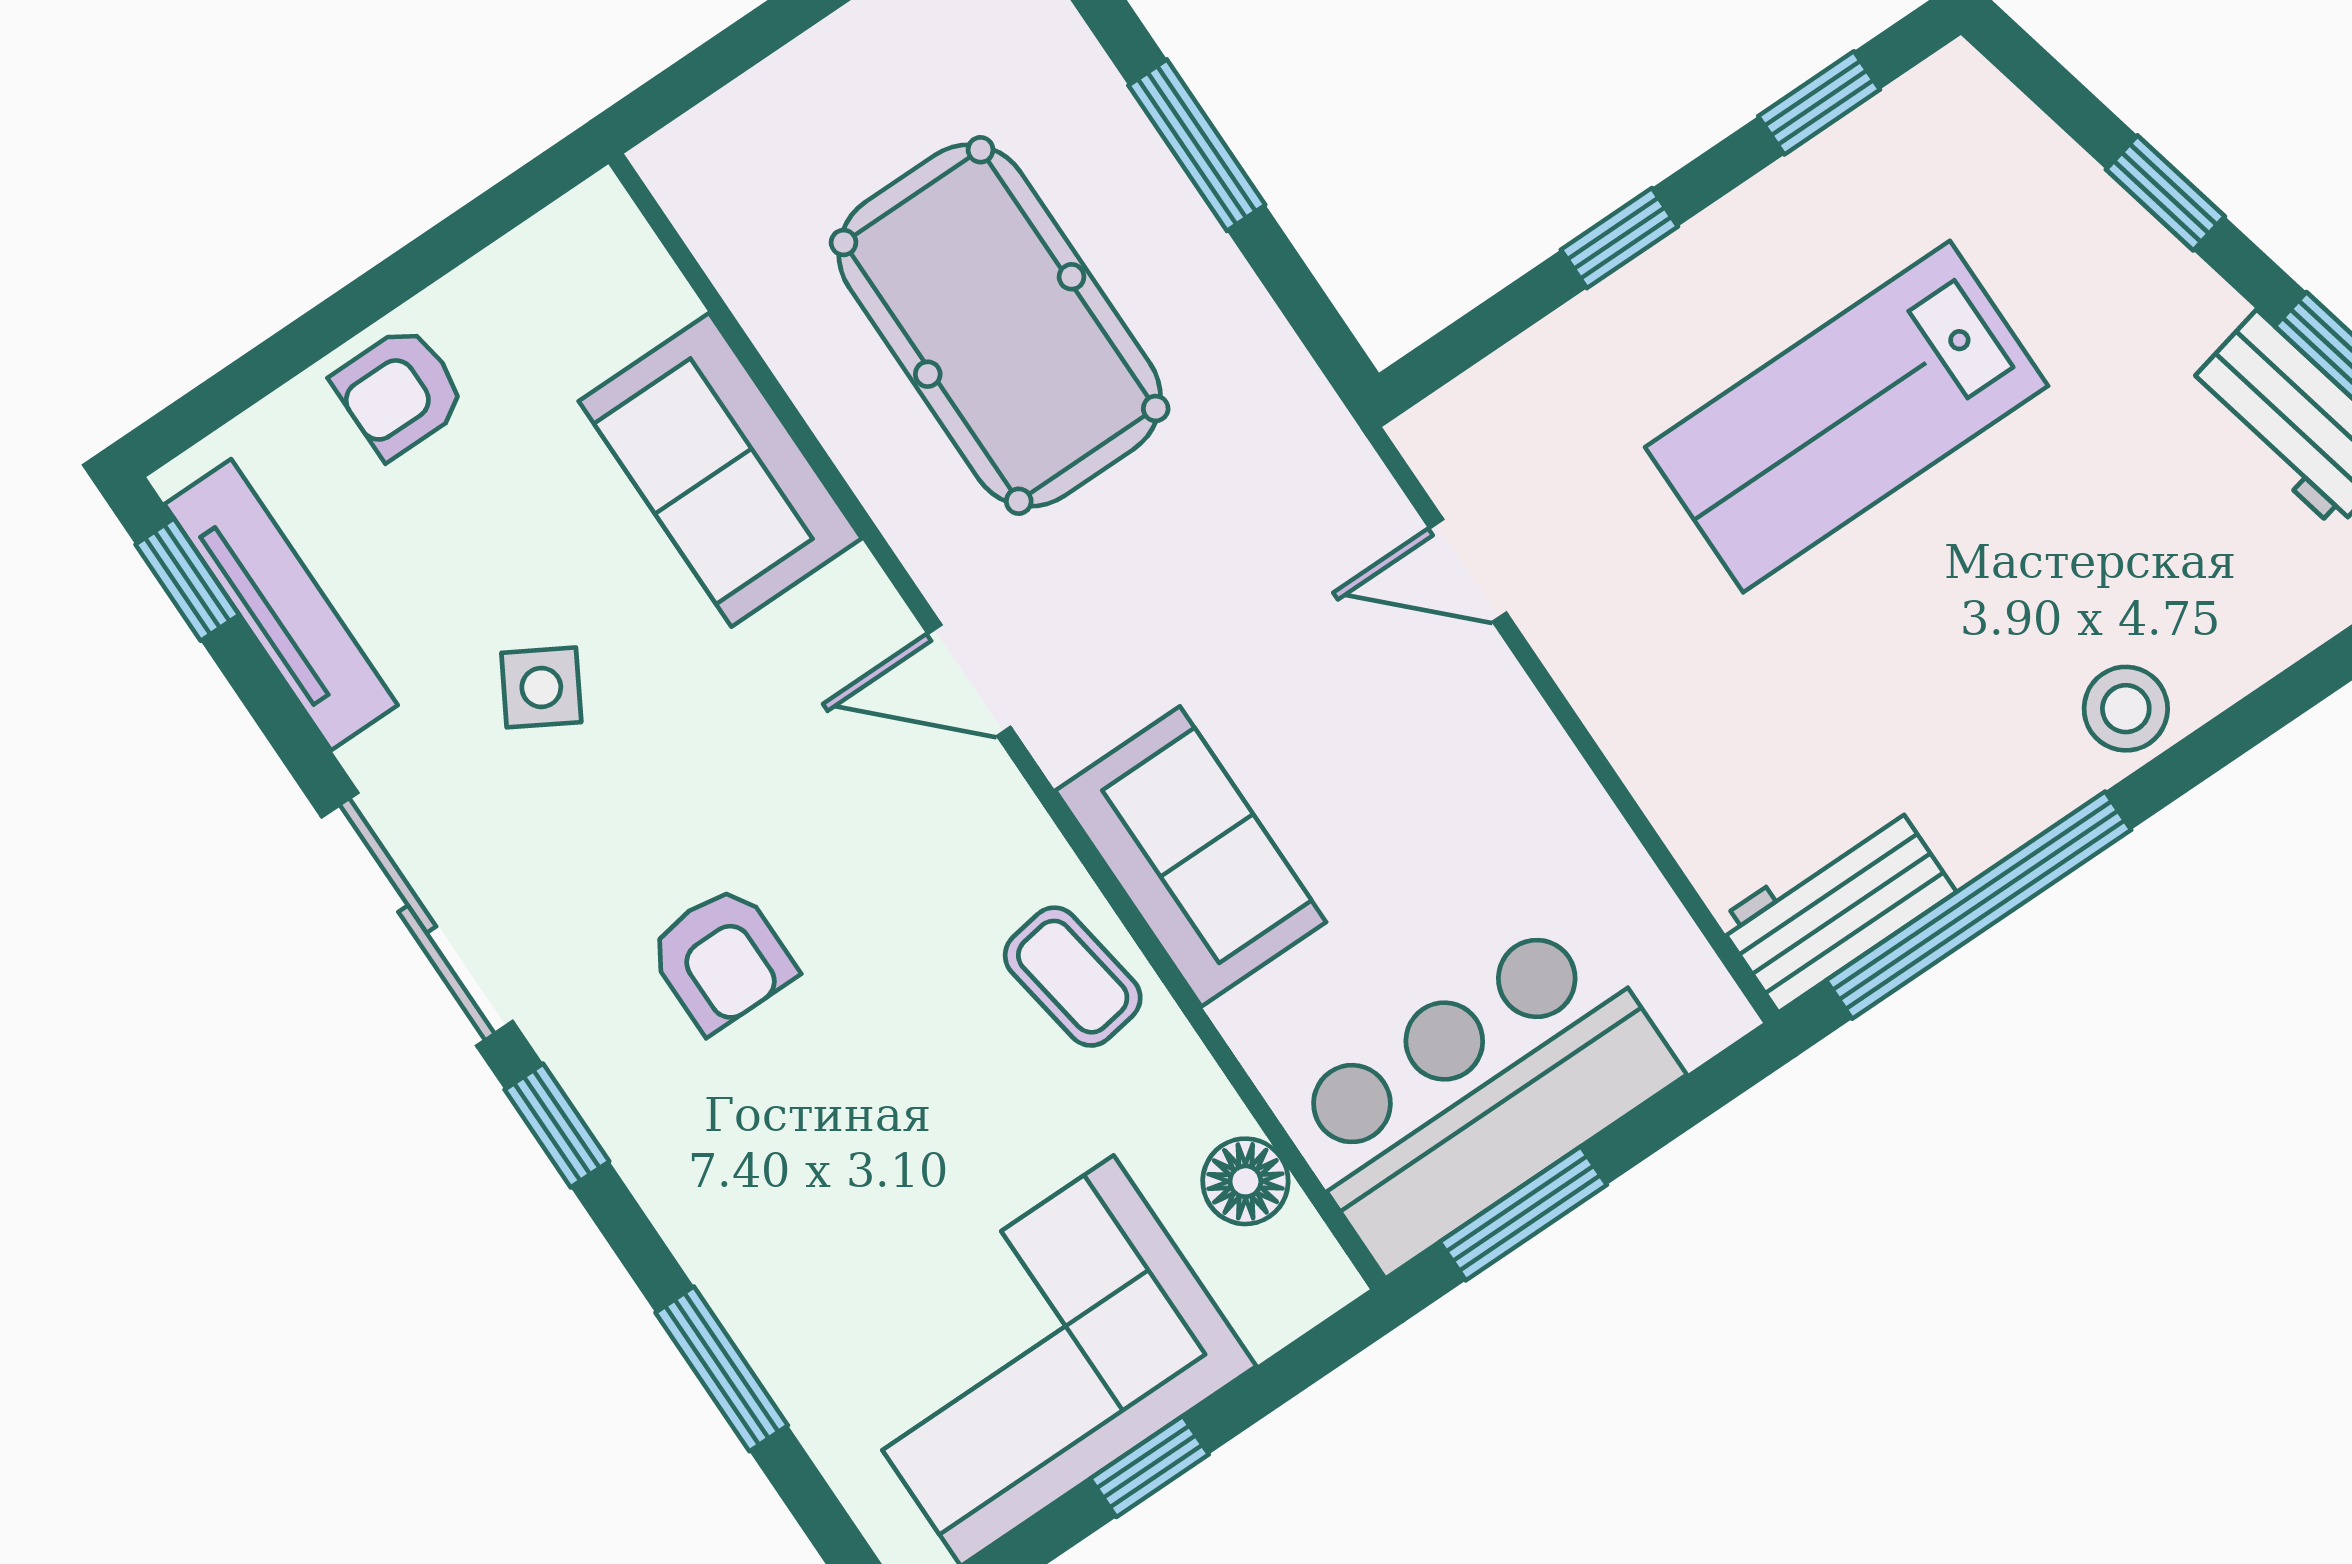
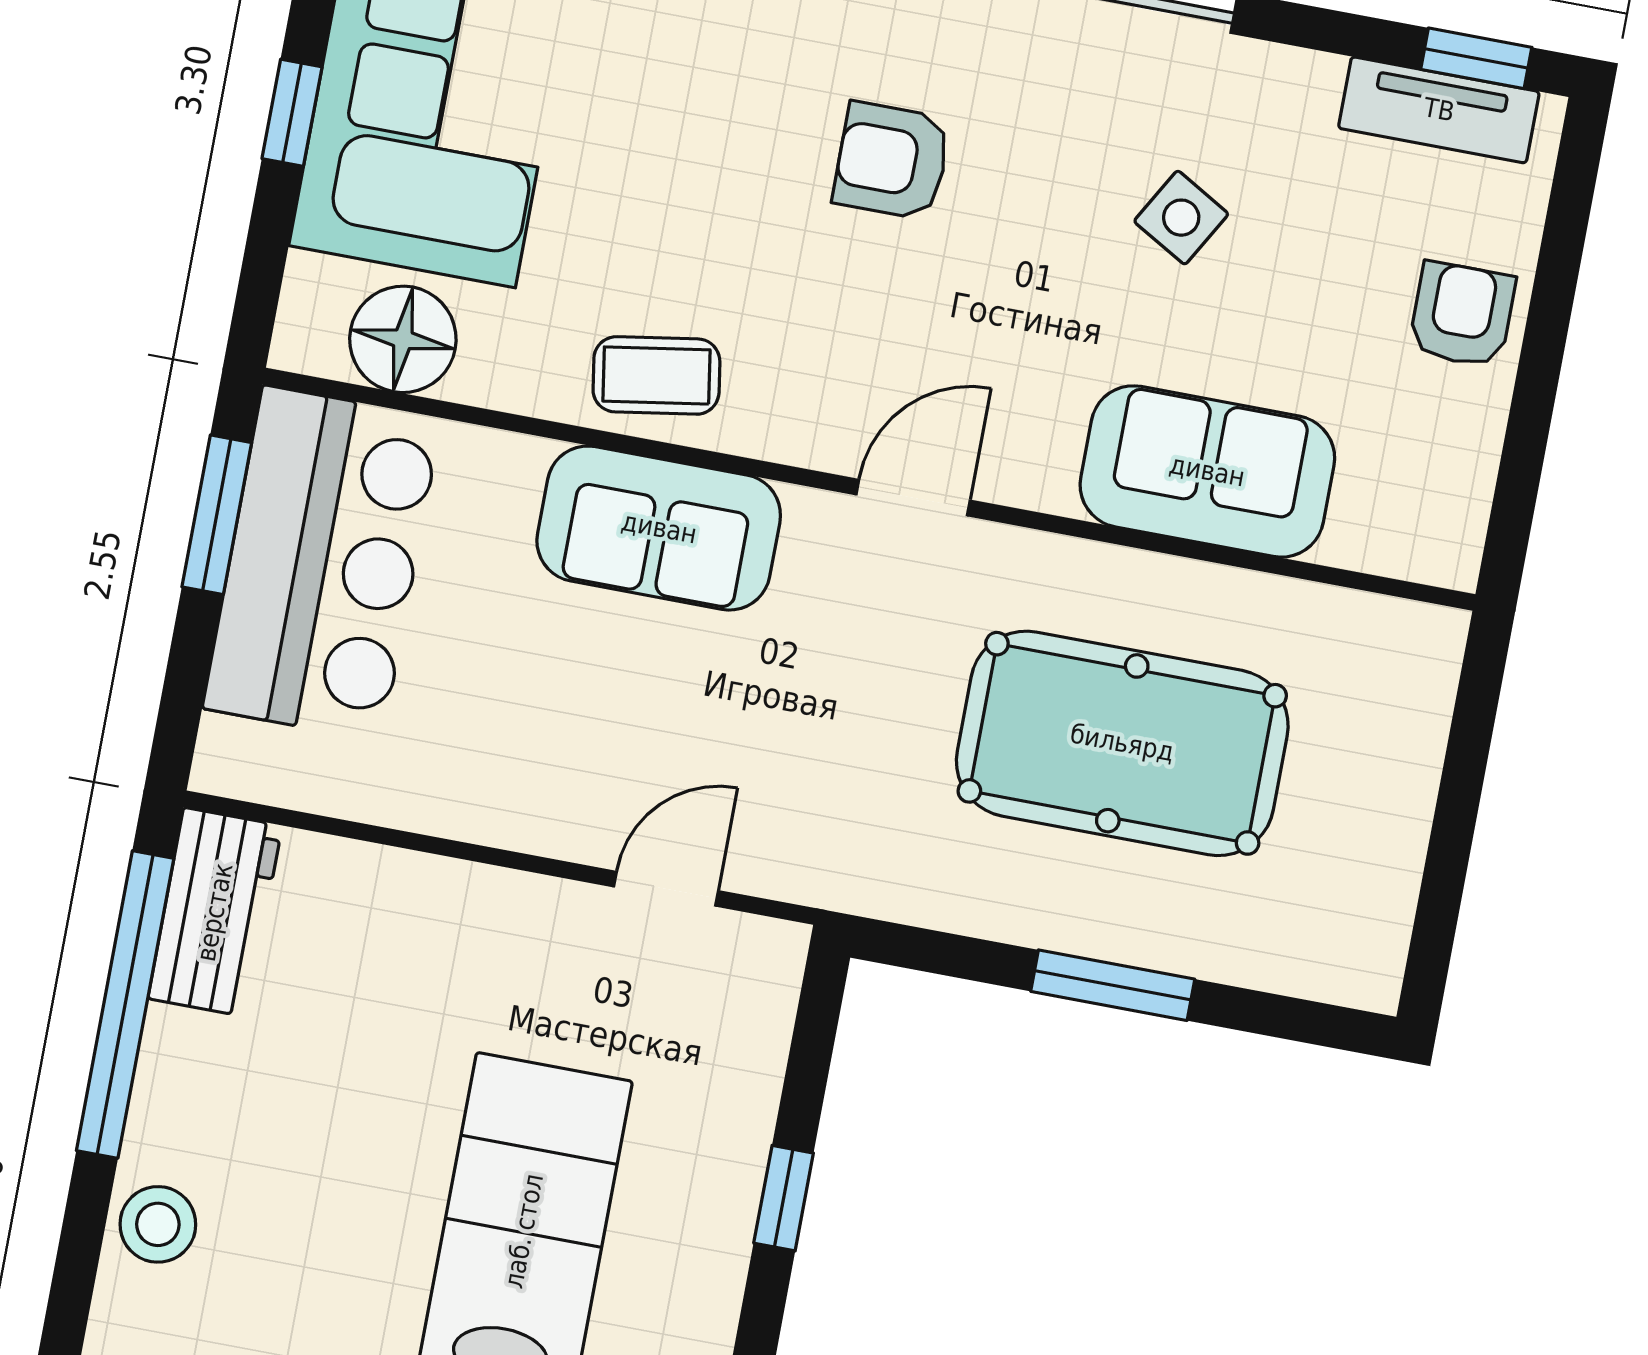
tv unit: (281, 605) -> (1439, 110), width x0.71
floor lamp: (1245, 1181) -> (403, 339), width x1.38, depth x1.38

